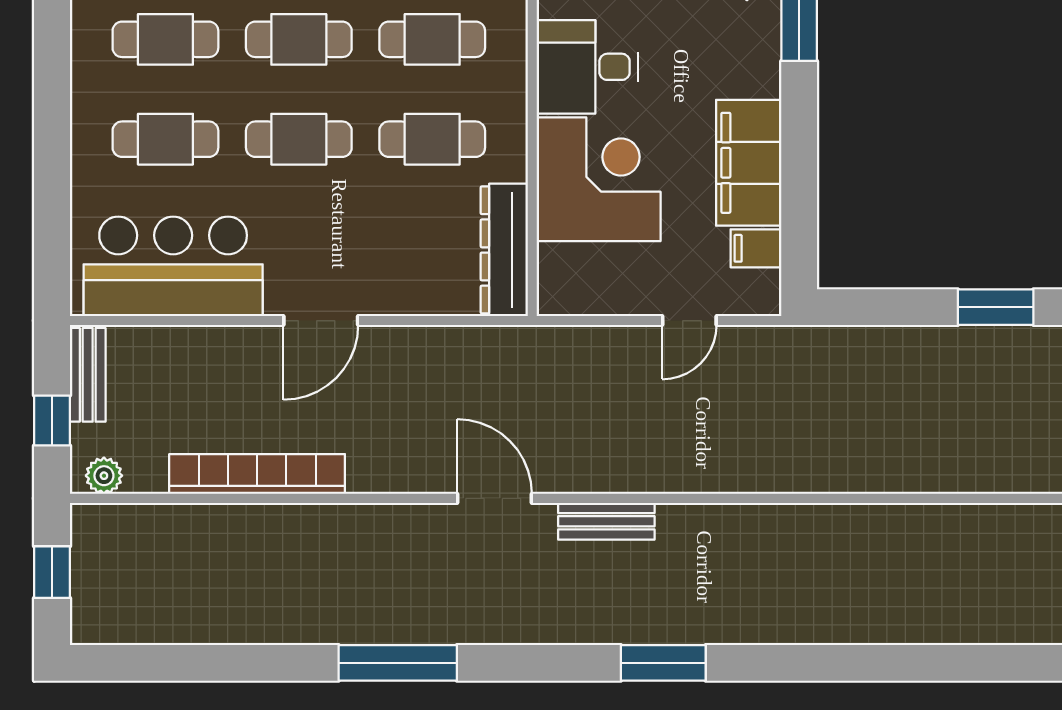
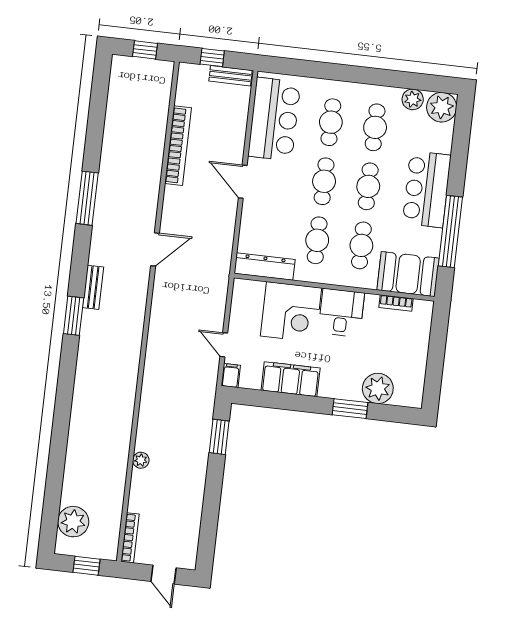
filing cabinet: (756, 248) -> (231, 375), moved
window: (996, 307) -> (219, 437), moved
plant: (104, 476) -> (141, 460), moved
bench: (606, 521) -> (93, 287), moved

